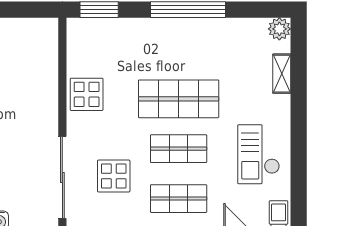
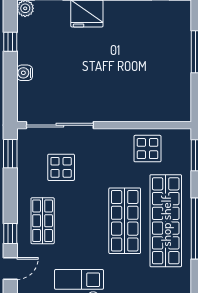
display table: (87, 94) -> (147, 149), moved
shop shelf: (179, 149) -> (166, 221), moved, width x2.00, depth x1.36

